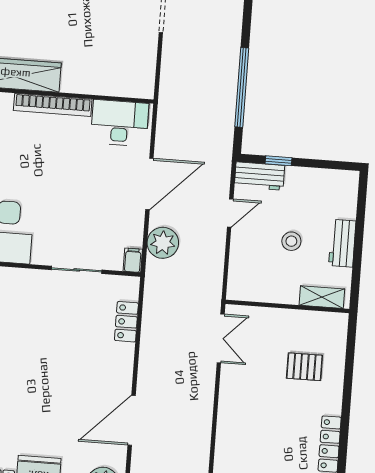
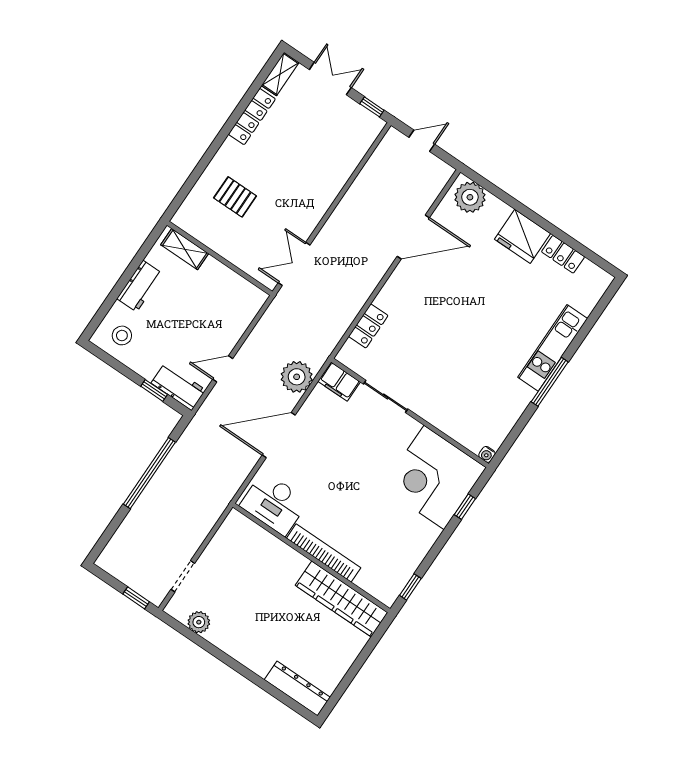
stool: (291, 241) -> (122, 335), moved
filing cabinet: (133, 260) -> (339, 382), width x2.00

